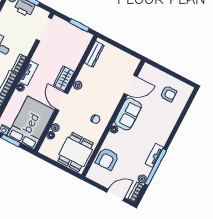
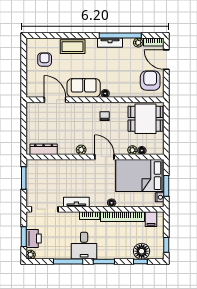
tv unit: (29, 73) -> (76, 202), moved
wardrobe: (64, 78) -> (82, 166), removed
door: (62, 101) -> (104, 157), swing flipped
coffee table: (167, 123) -> (73, 47), added
armchair: (107, 159) -> (150, 81), moved, turned -90

